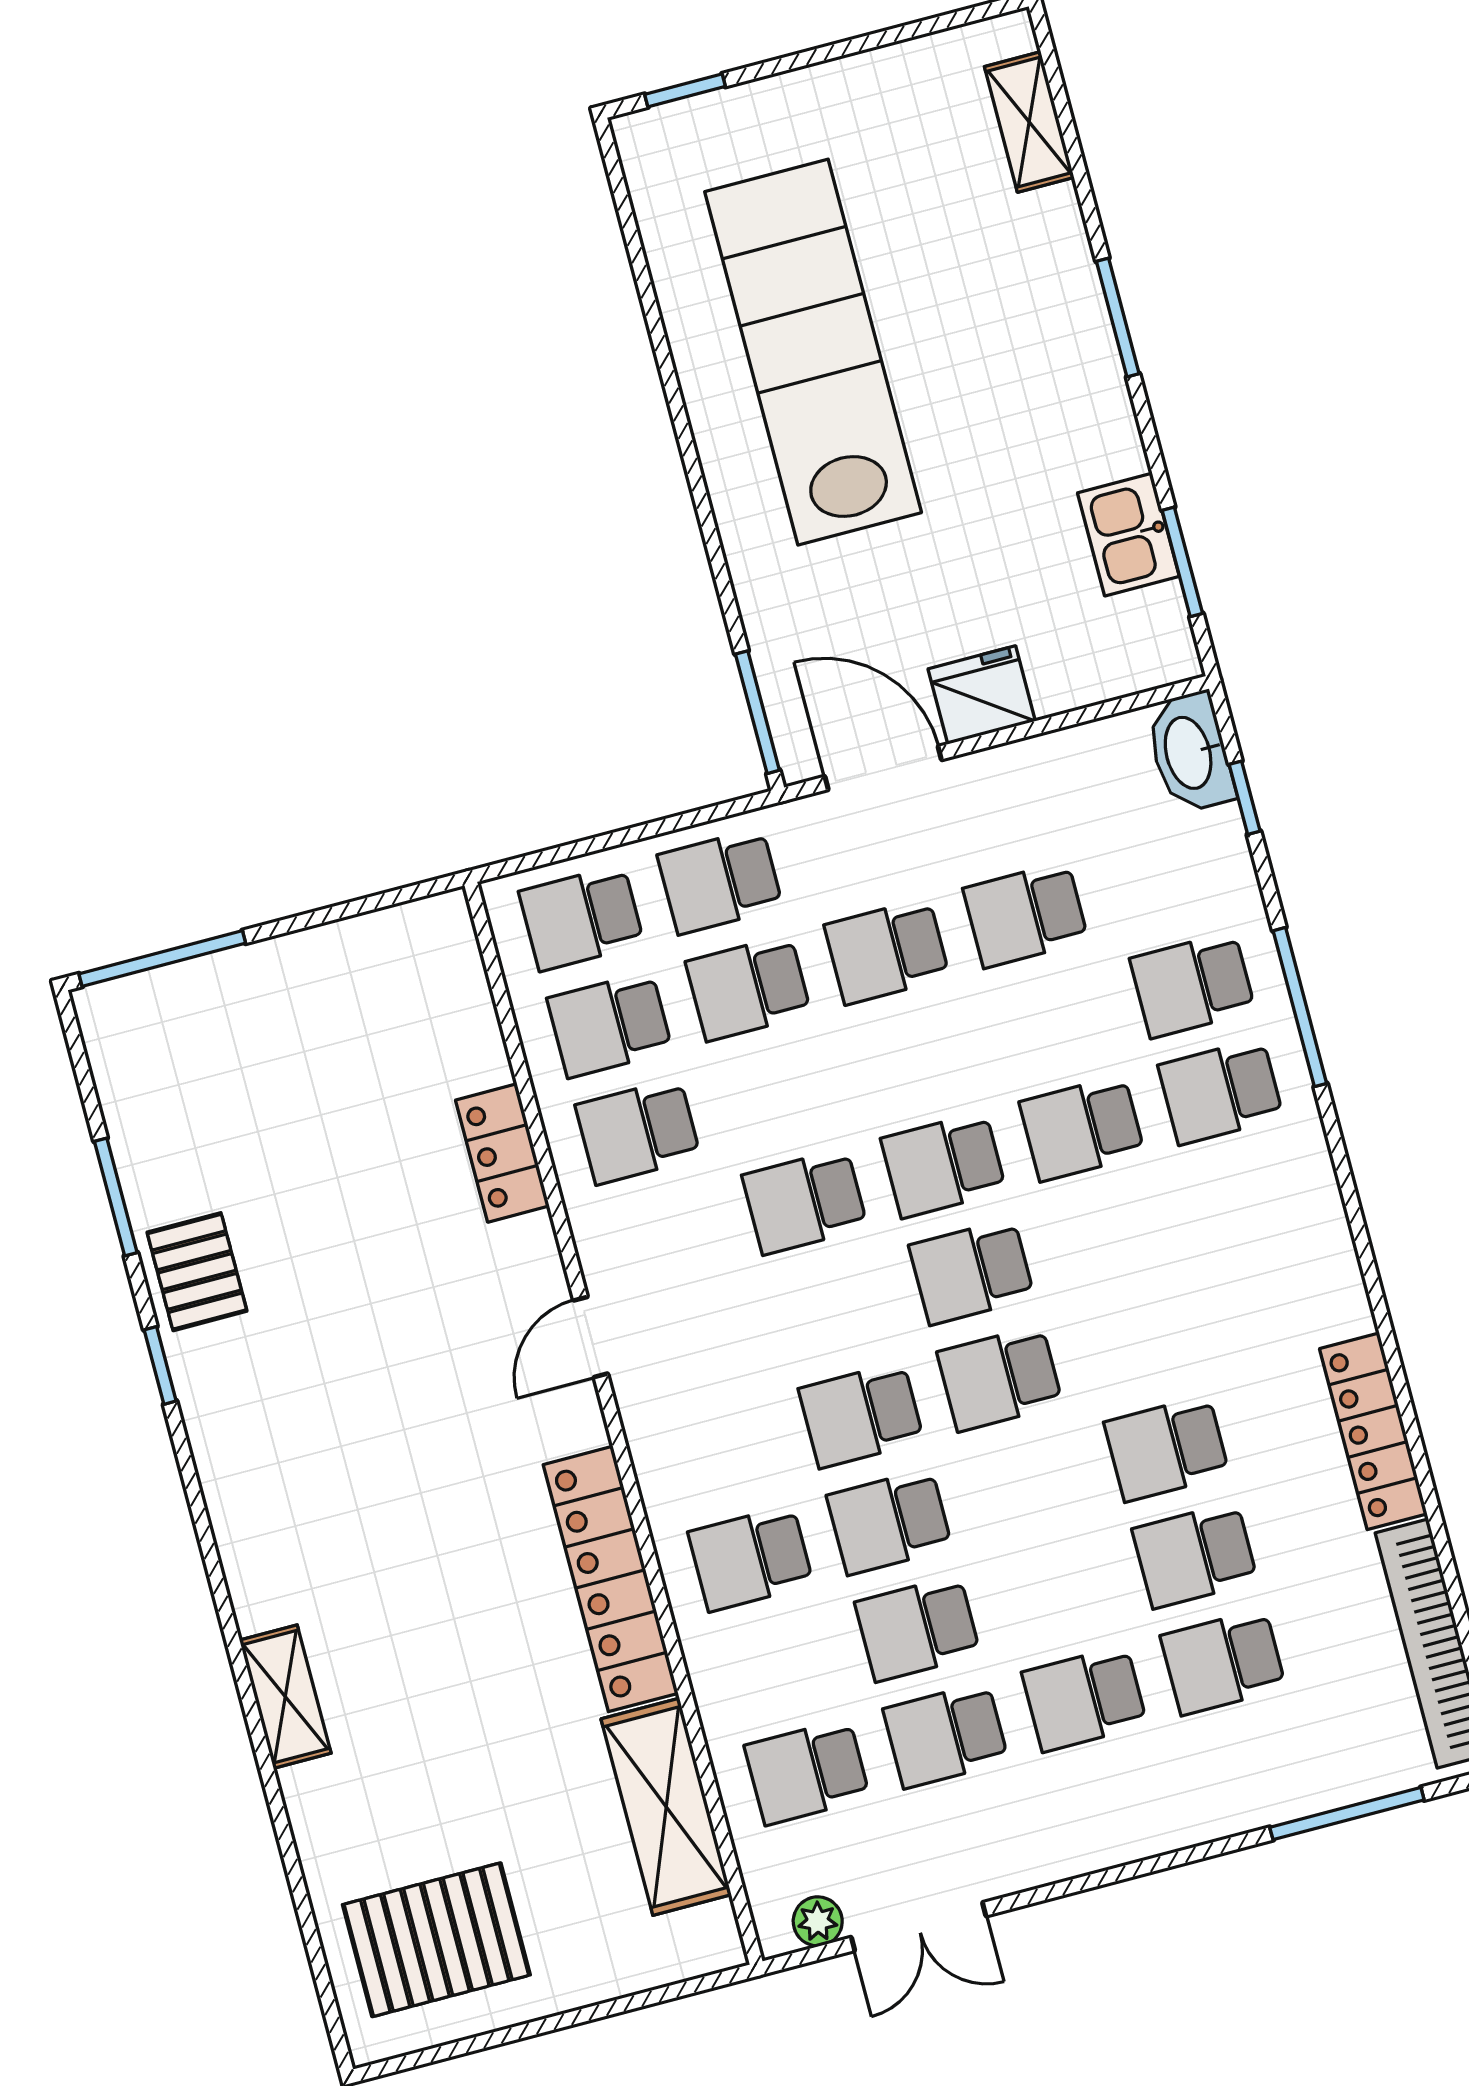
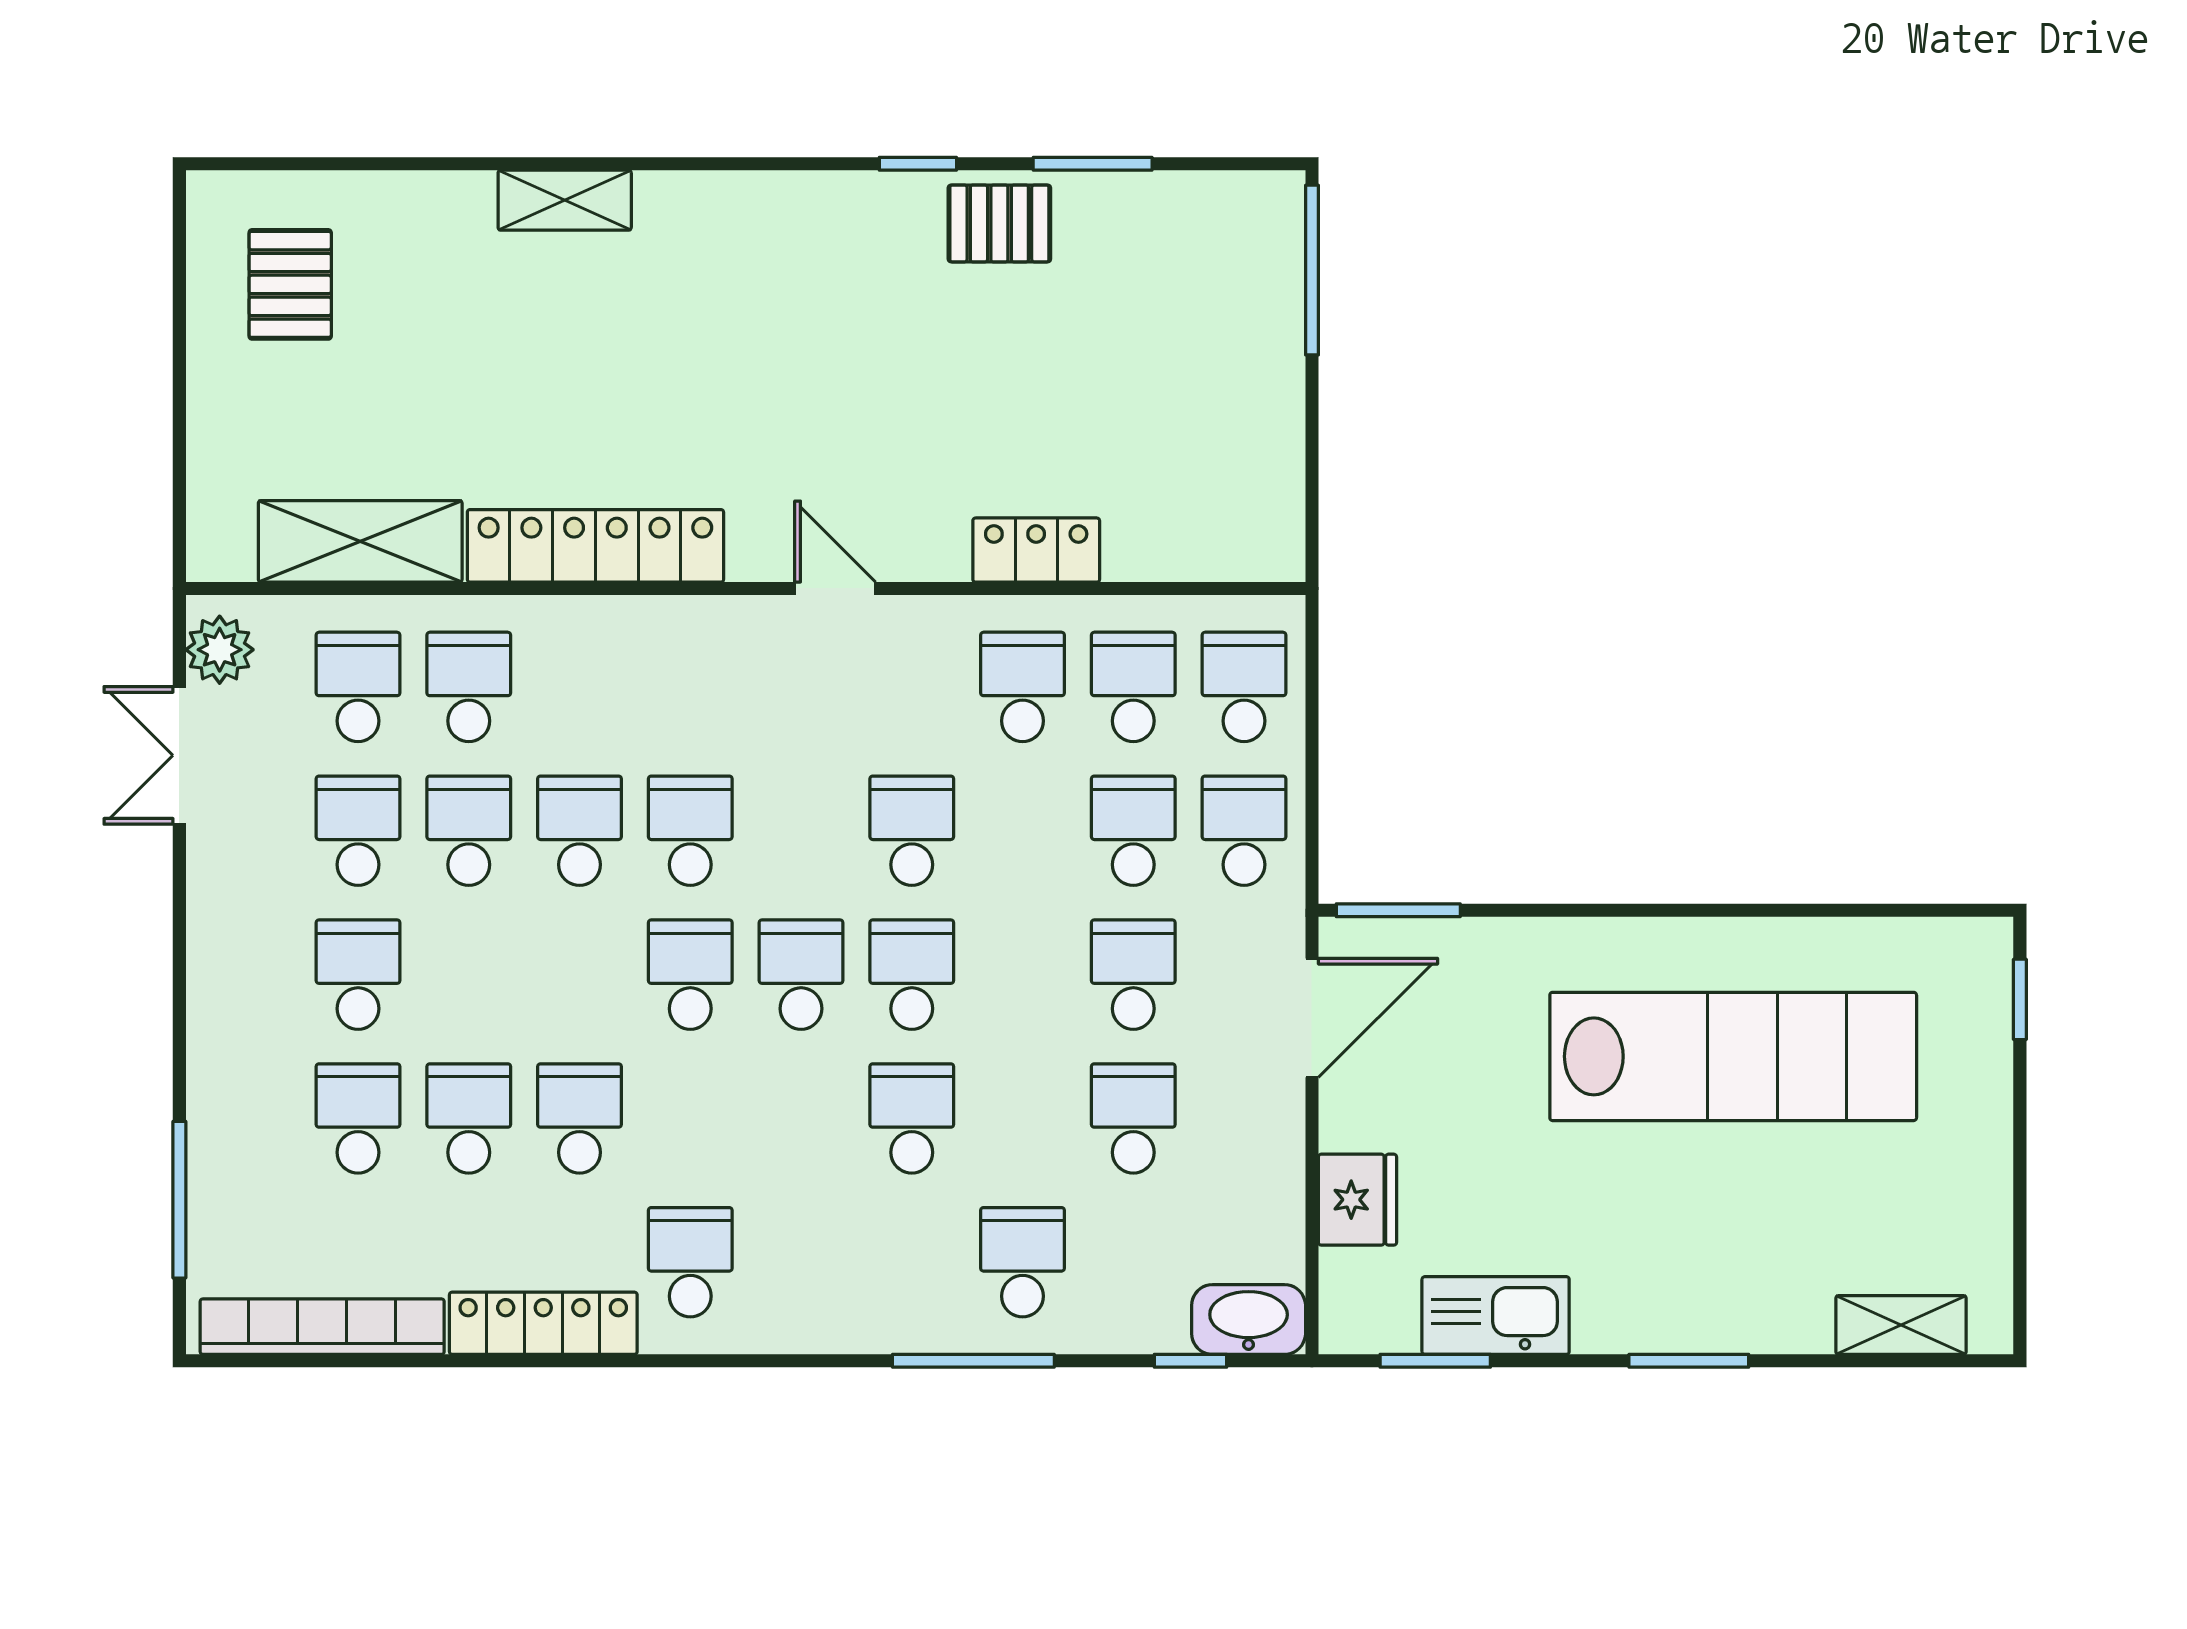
kitchen sink: (1128, 535) -> (1496, 1316), width x1.38
fridge: (982, 695) -> (1357, 1200), moved
school desk: (1221, 1092) -> (690, 1262), moved
school desk: (751, 1558) -> (469, 687), moved
plant: (818, 1921) -> (220, 650), width x1.38, depth x1.38
pallet: (436, 1940) -> (290, 284), width x0.67, depth x0.71

